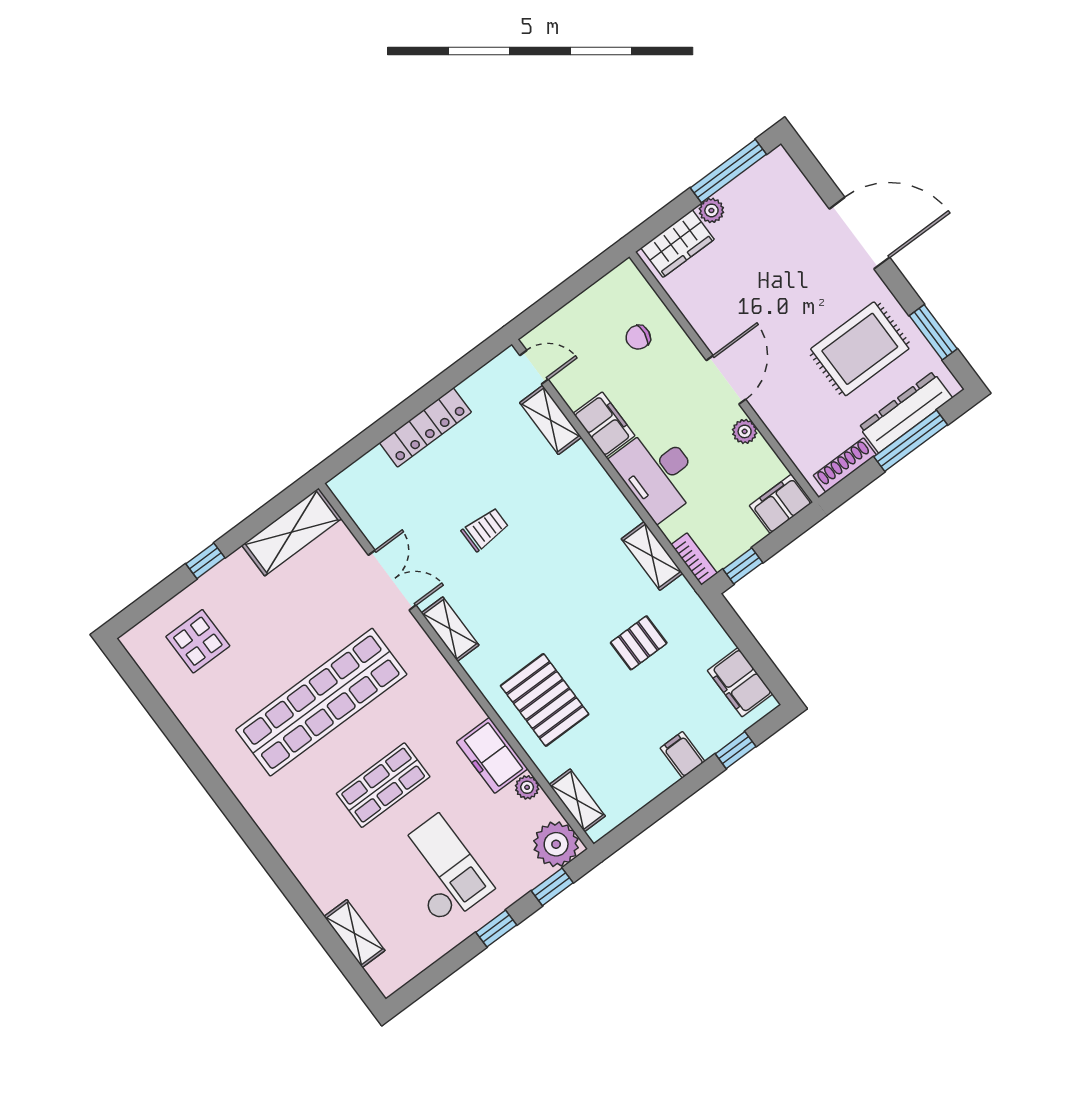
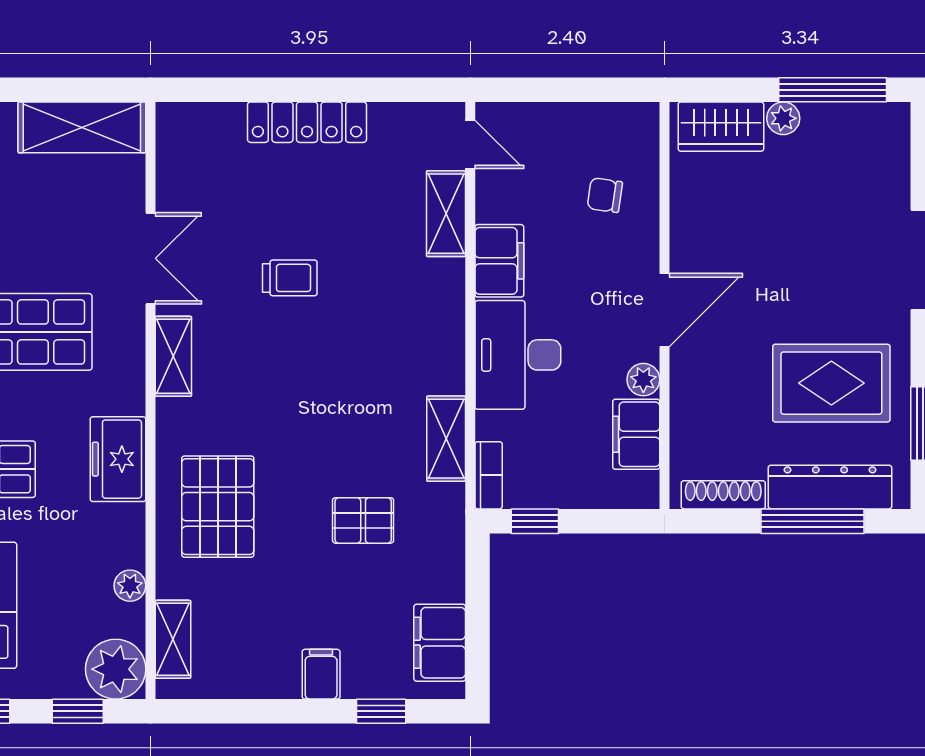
filing cabinet: (781, 504) -> (636, 434), moved, turned -90
freezer: (492, 755) -> (118, 459), moved

